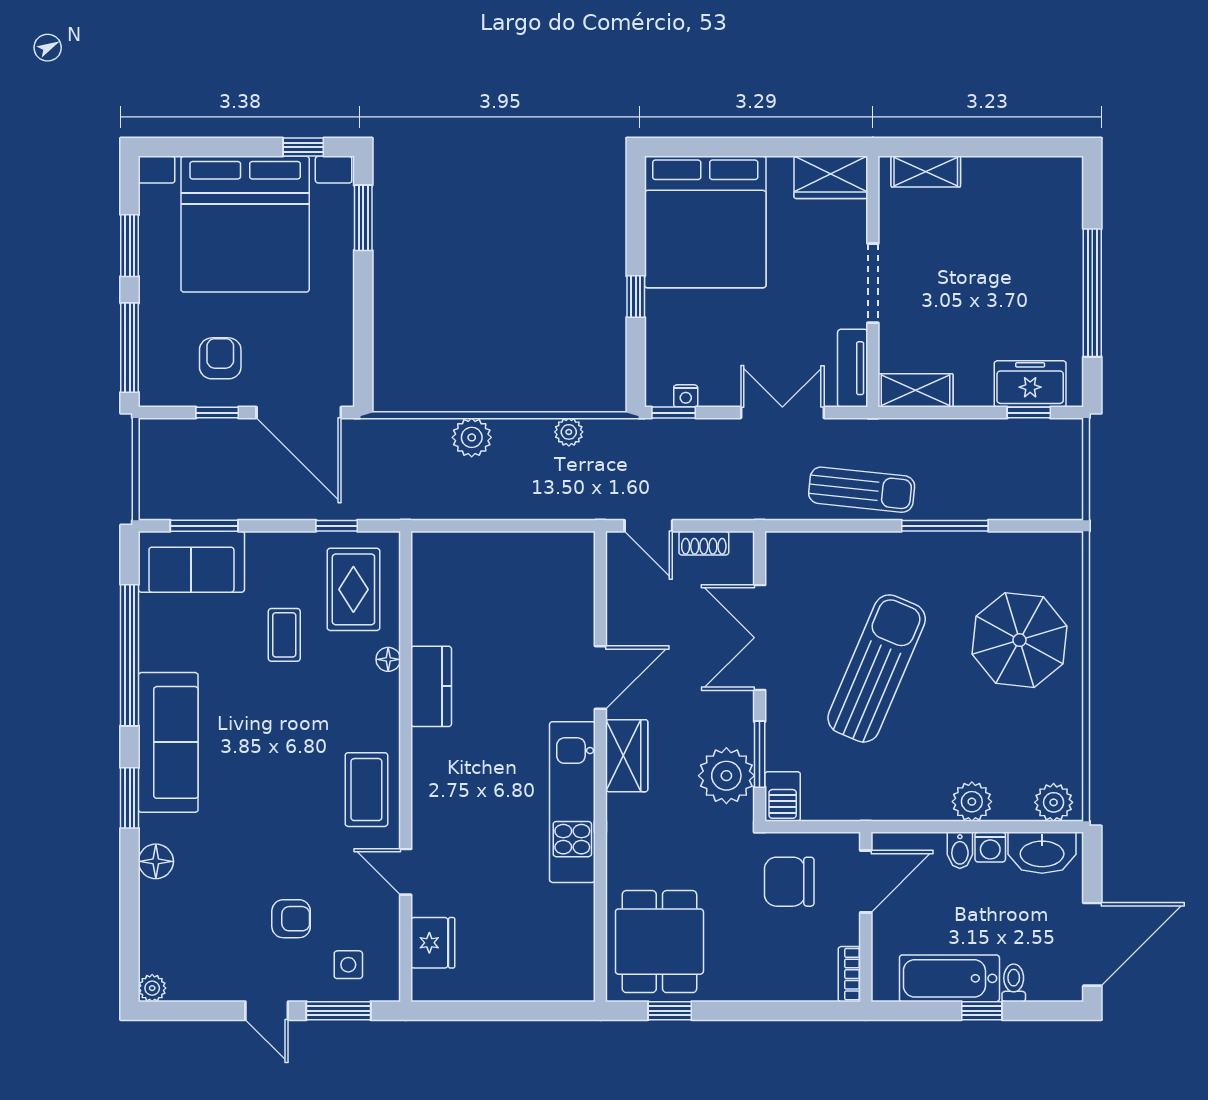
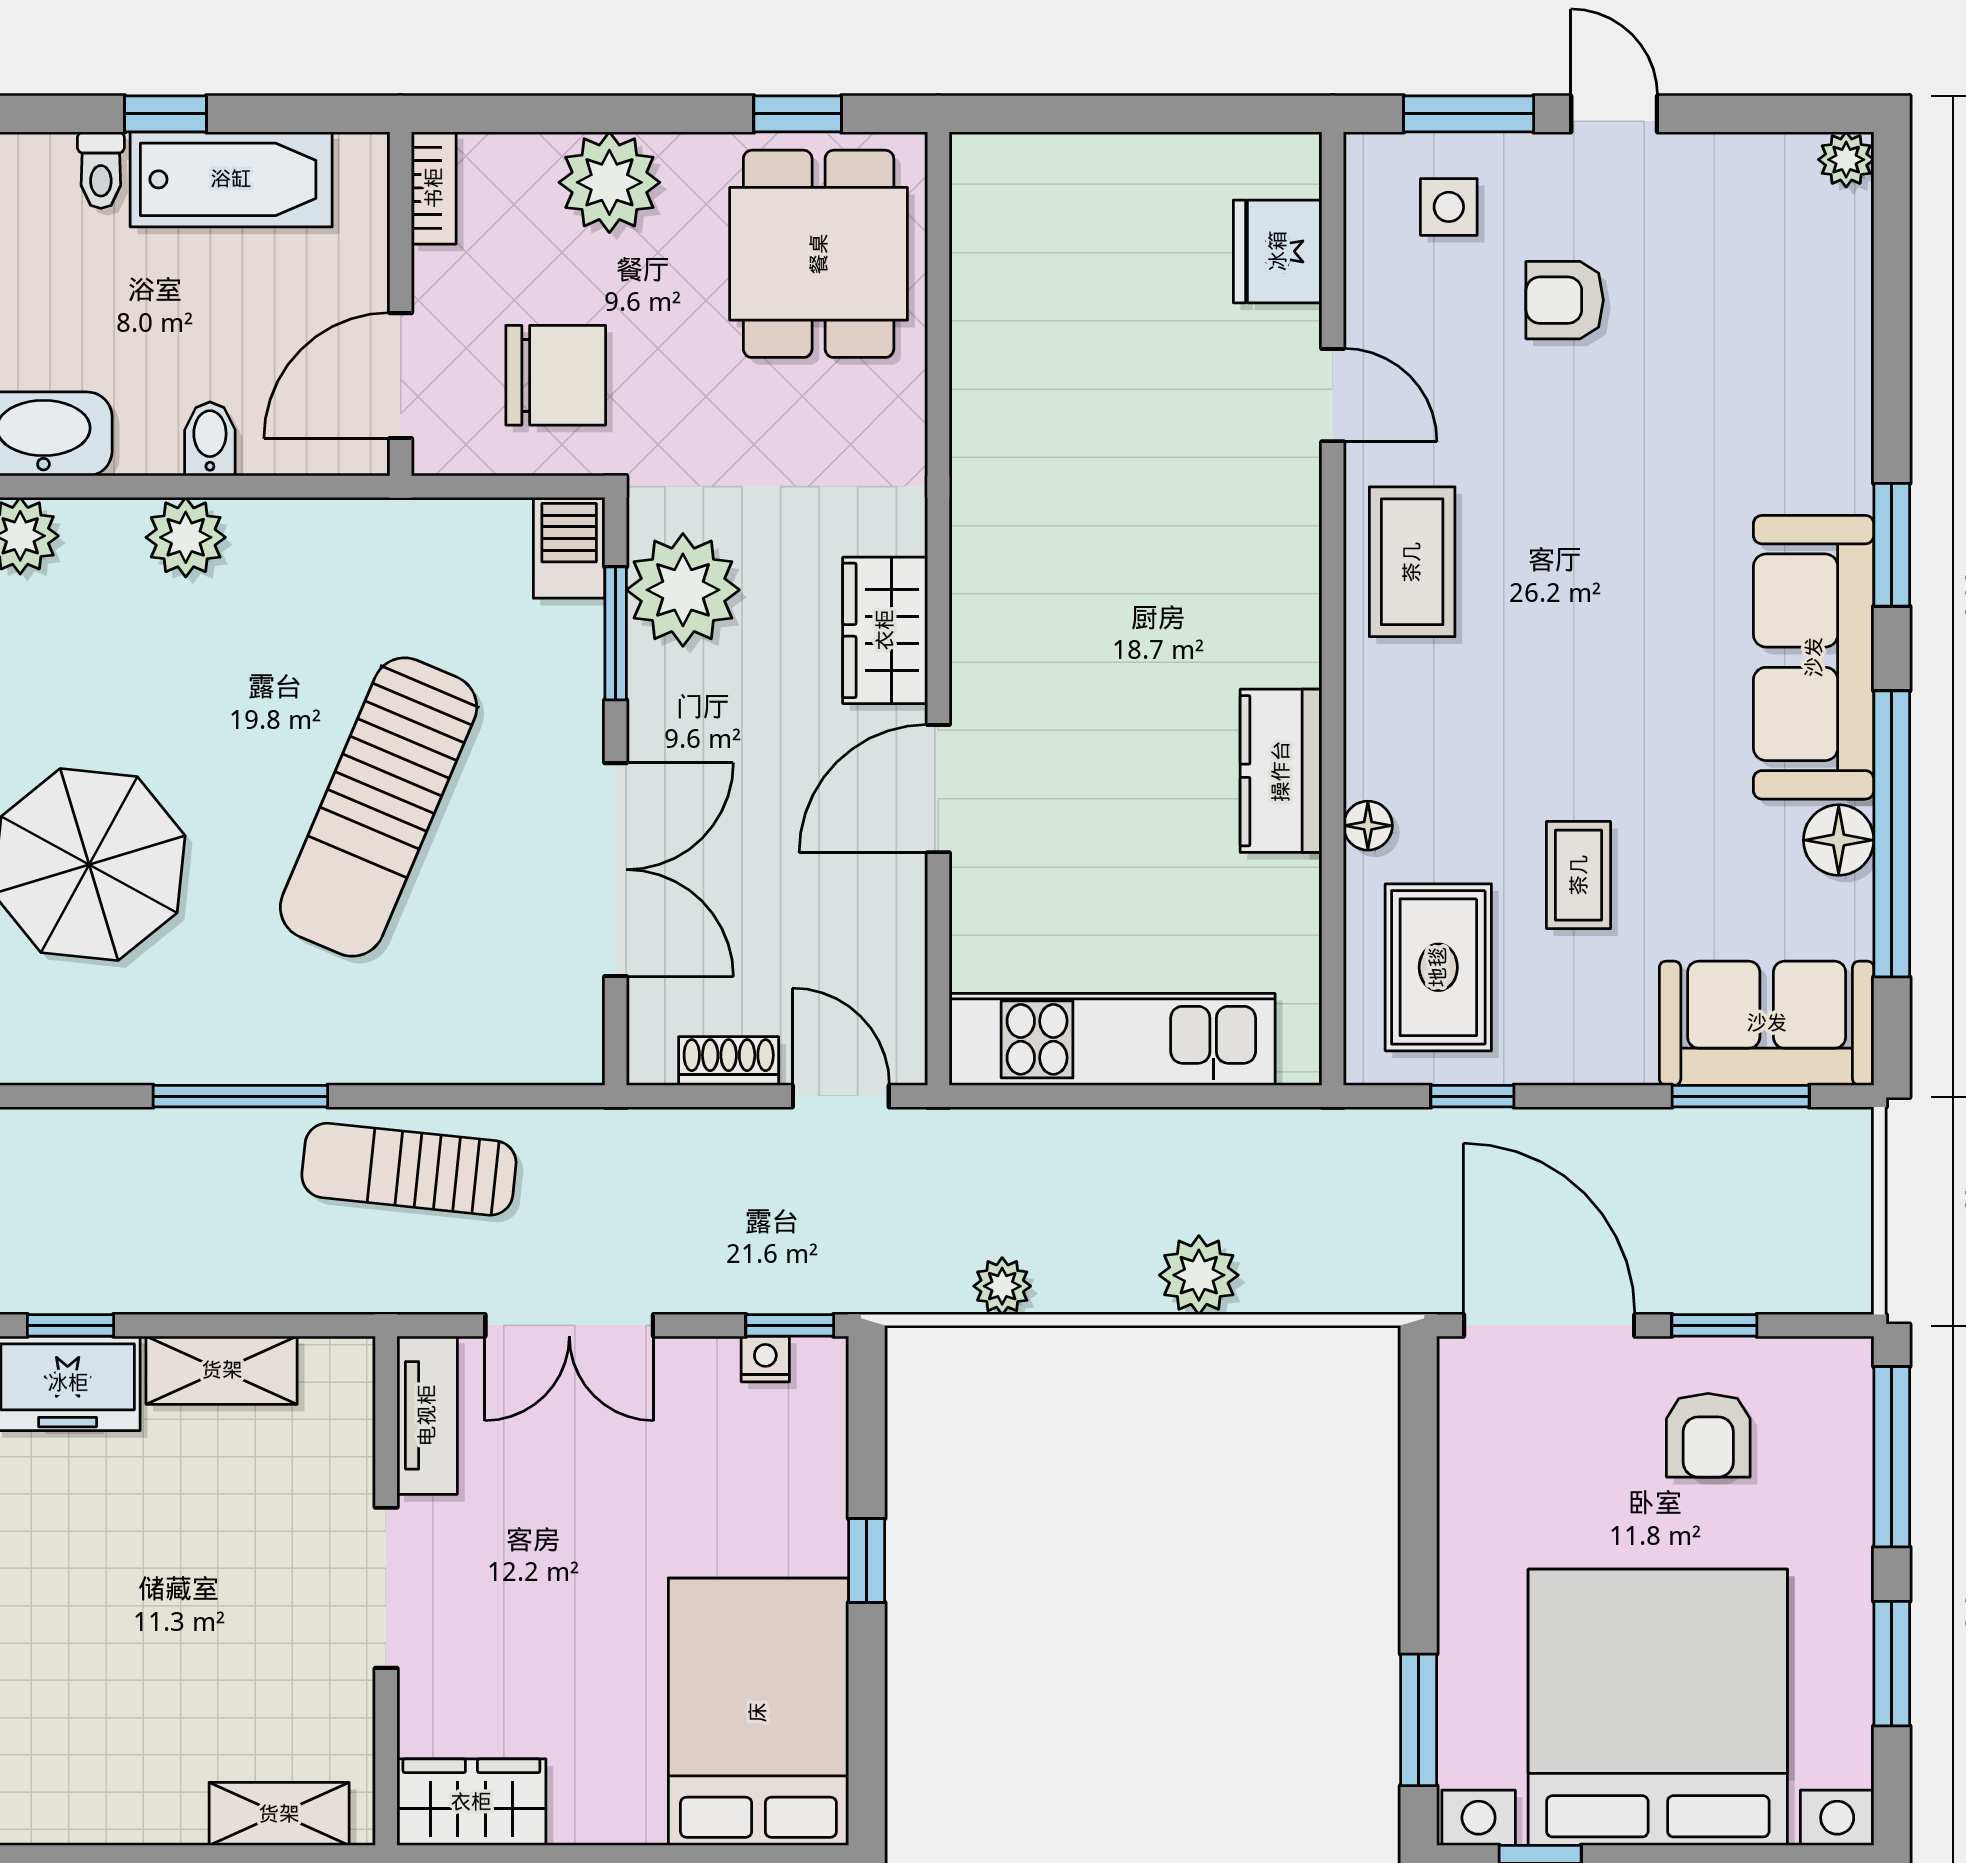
bed: (705, 222) -> (758, 1712), width x0.73
shelving: (915, 390) -> (222, 1370), moved
kitchen unit: (572, 802) -> (1112, 1039), moved, turned -90
washing machine: (990, 847) -> (148, 445), removed
floor lamp: (156, 861) -> (1839, 840), moved
plant: (763, 977) -> (609, 182), added

